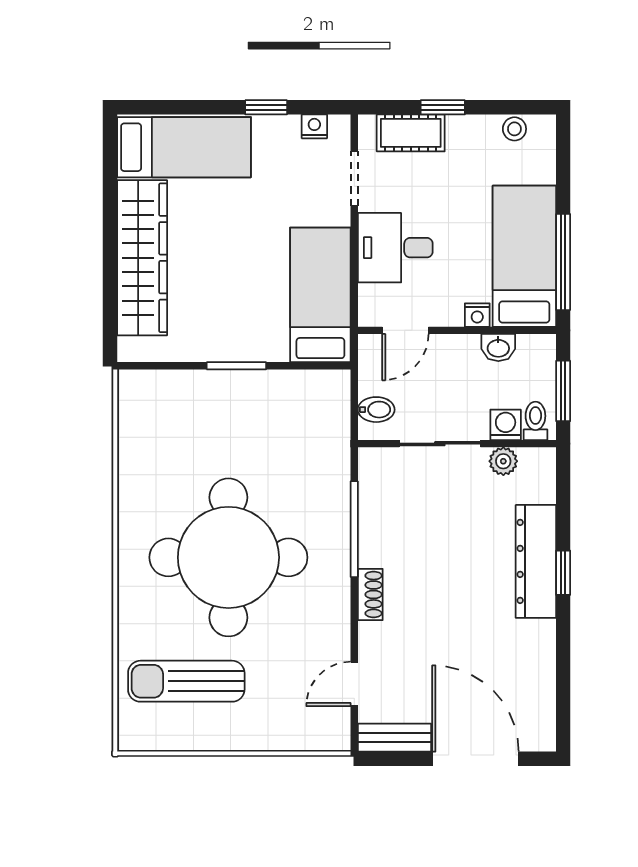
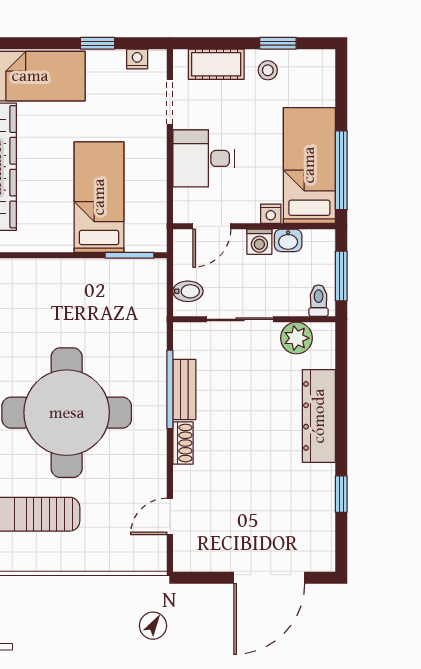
window: (443, 107) -> (278, 43), moved
stool: (514, 129) -> (268, 70), moved
bed: (320, 295) -> (99, 197), moved
window: (236, 366) -> (130, 255), moved
washing machine: (506, 425) -> (259, 242), moved, turned 180
plant: (503, 461) -> (296, 338), width x1.38, depth x1.38
window: (563, 573) -> (341, 494), moved
bench: (394, 738) -> (184, 389), moved, turned 90
door: (475, 759) -> (269, 578), swing flipped

